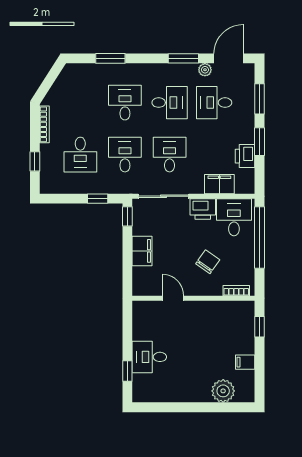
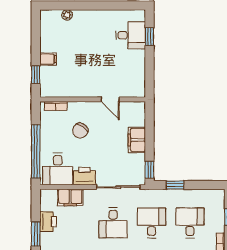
desk: (125, 155) -> (152, 223), turned 180
desk: (149, 357) -> (131, 35), moved
filing cabinet: (245, 362) -> (48, 59), moved
plant: (223, 391) -> (67, 15), width x0.53, depth x0.53

